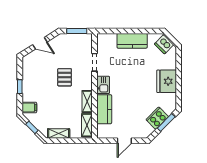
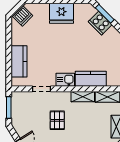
kitchen counter: (132, 41) -> (19, 61), moved
pallet: (65, 77) -> (57, 120), turned 90

